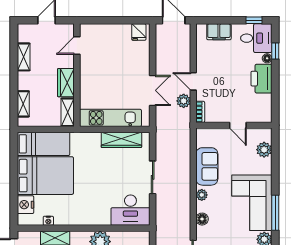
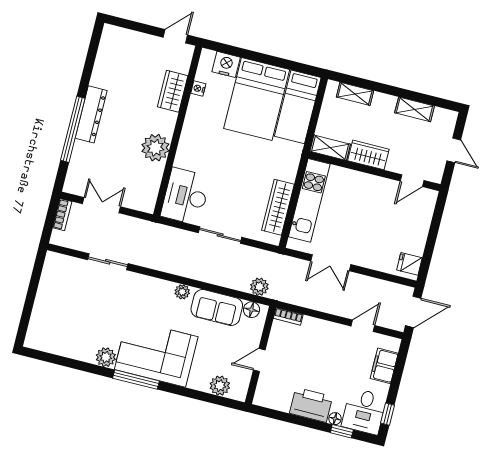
door: (77, 45) -> (412, 181), swing flipped
door: (193, 81) -> (363, 326), moved
plant: (184, 101) -> (259, 287), moved
floor lamp: (202, 219) -> (251, 310), moved

